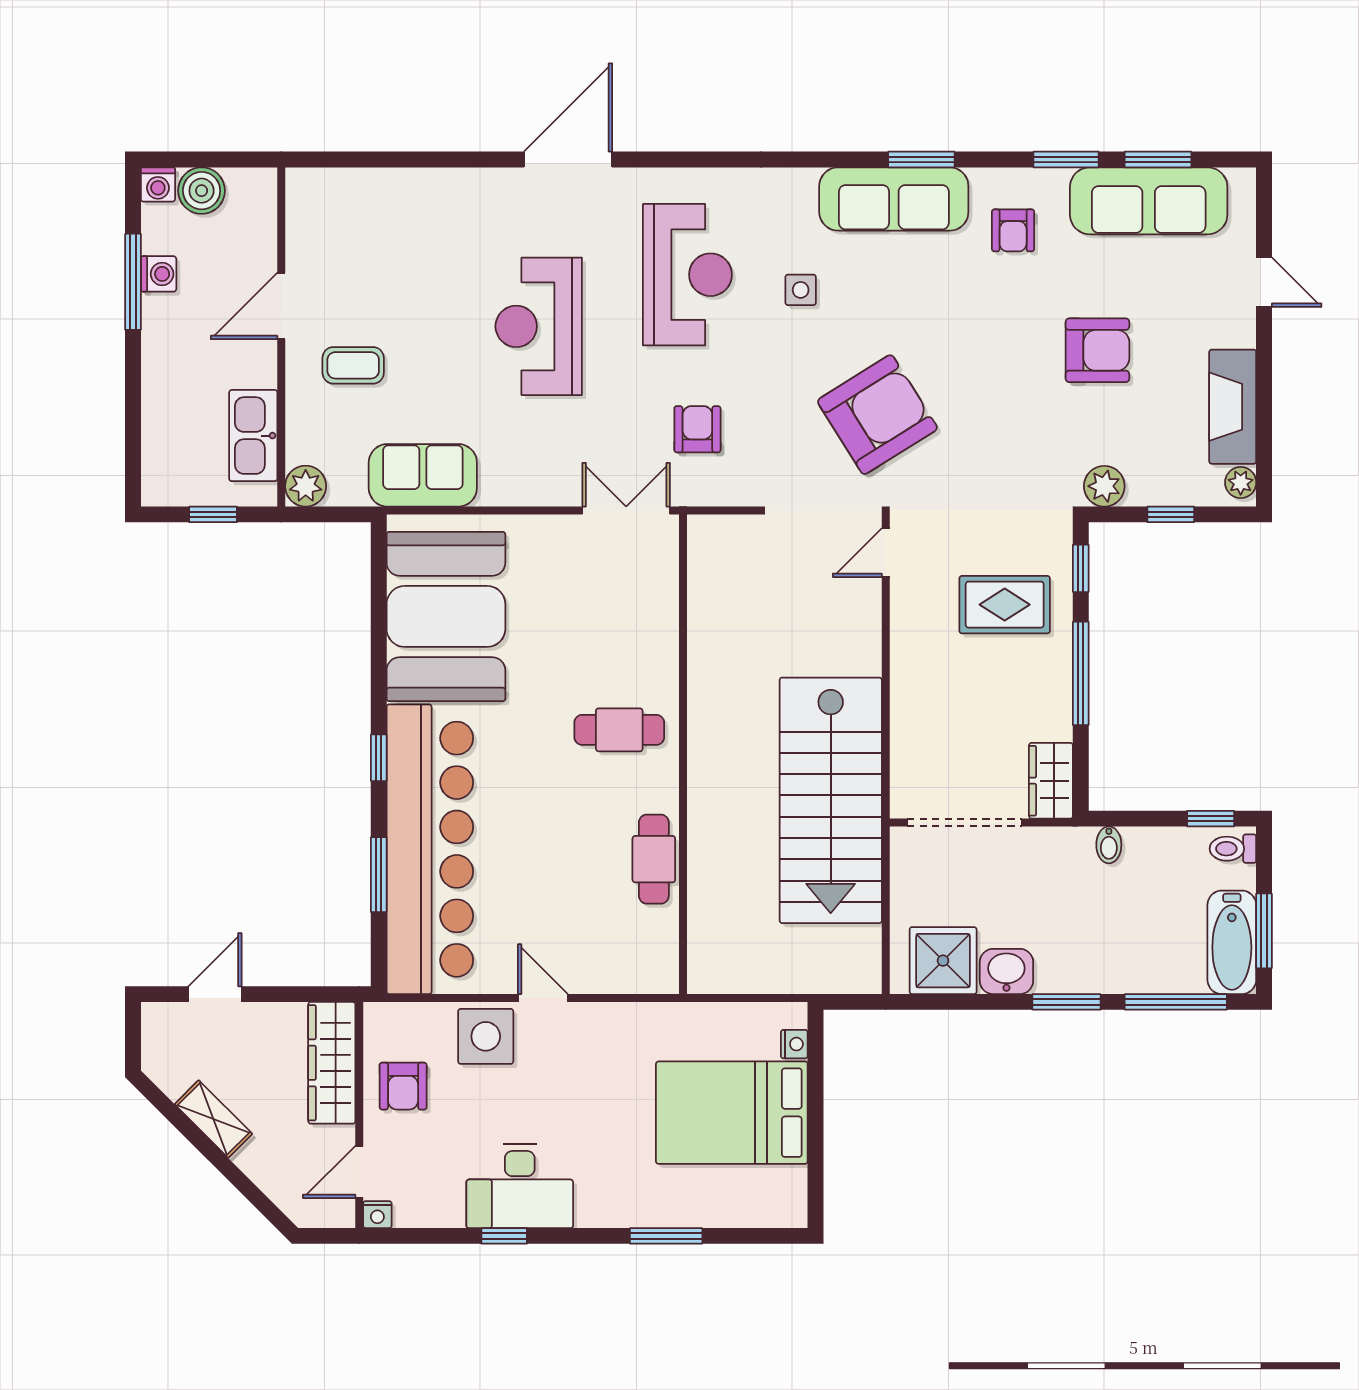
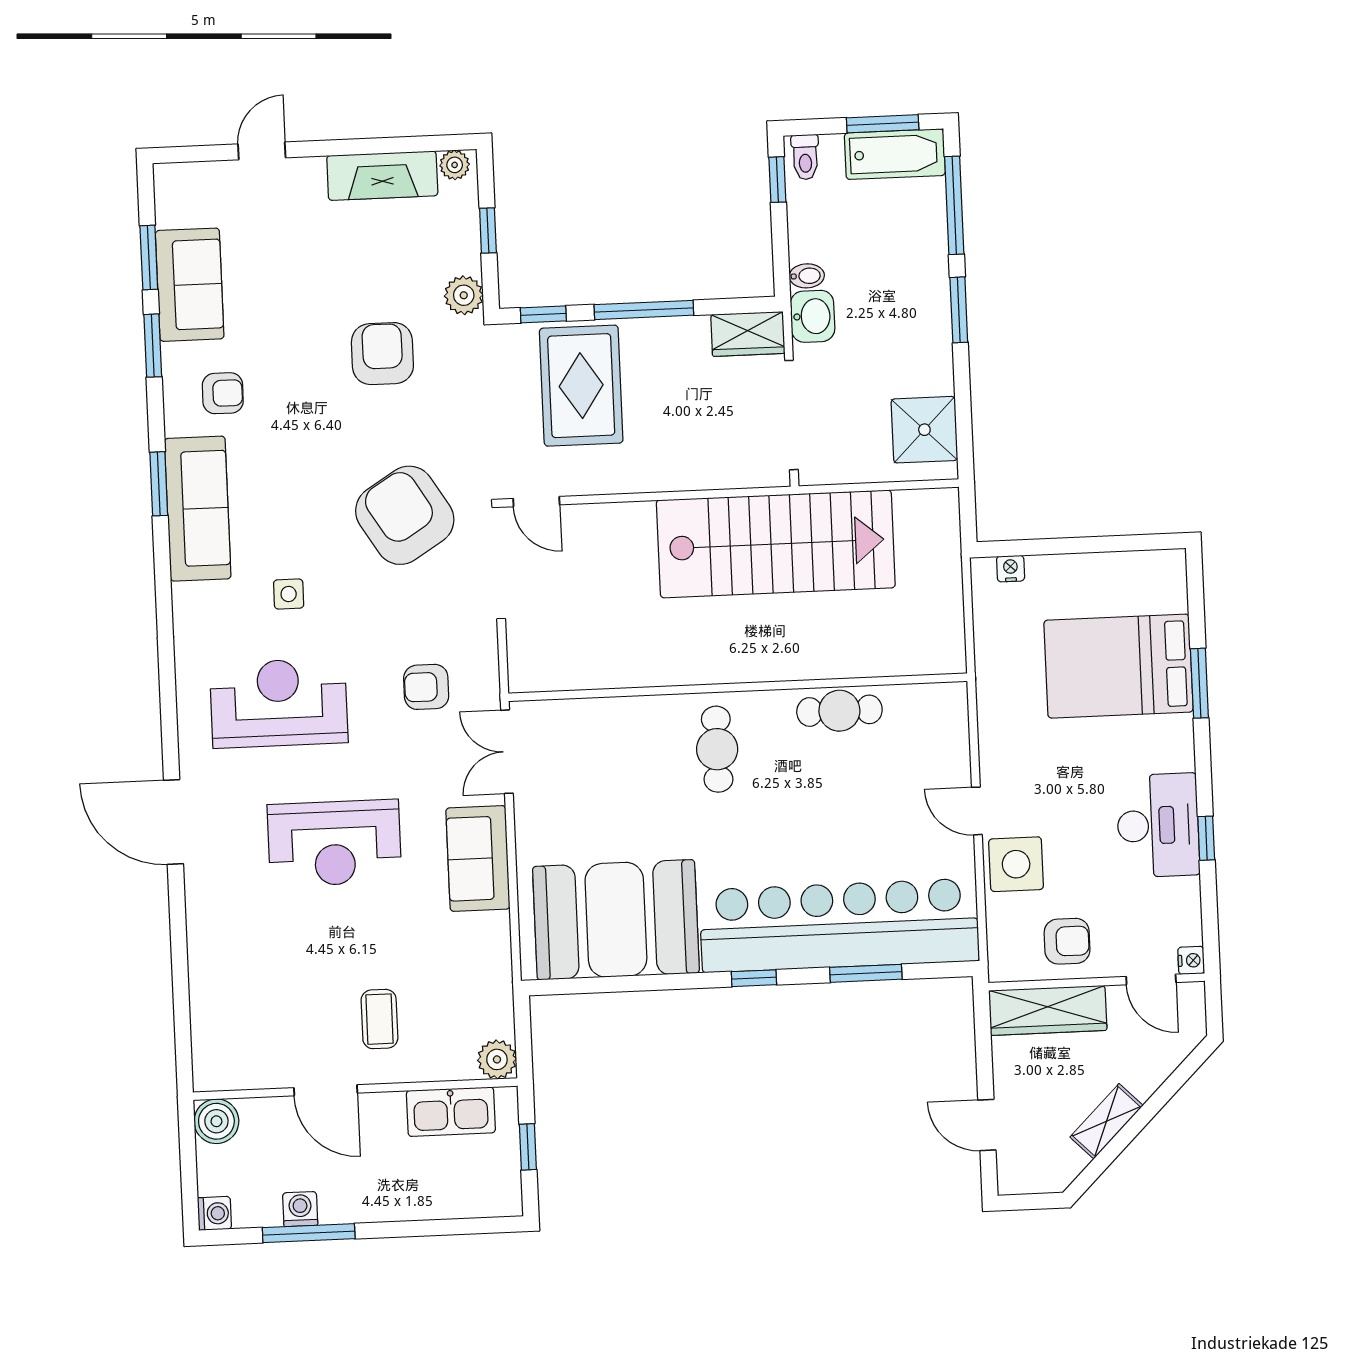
boiler: (202, 191) -> (216, 1121), moved
sofa: (1149, 201) -> (190, 285), width x0.73
armchair: (1097, 350) -> (382, 354), moved
sofa: (423, 475) -> (478, 858), moved
rug: (1005, 605) -> (581, 386), width x1.36, depth x1.43
washbasin: (1006, 971) -> (813, 316), moved, turned 180
door: (543, 998) -> (977, 811), hinge flipped
bed: (732, 1113) -> (1118, 666), moved, turned 90

